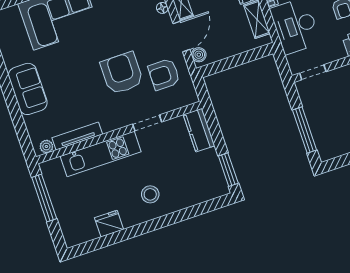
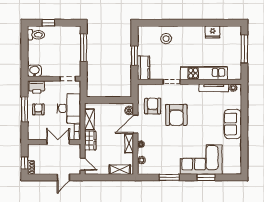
armchair: (164, 74) -> (153, 106), turned -90
window: (228, 170) -> (134, 56), moved
stool: (150, 194) -> (166, 39), moved
window: (44, 198) -> (244, 49), moved

